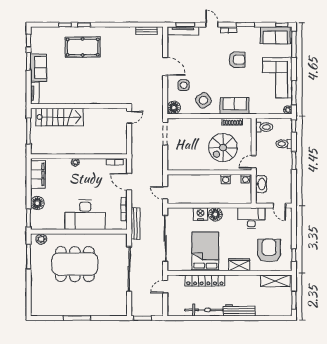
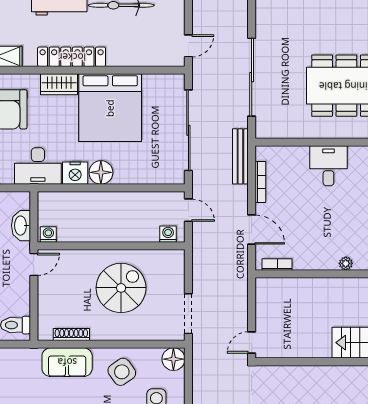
spiral stairs: (223, 148) -> (121, 288), moved
washing machine: (226, 179) -> (168, 234), moved
nightstand: (201, 214) -> (75, 173), moved
desk: (85, 215) -> (328, 166), width x0.53, depth x0.77
bed: (205, 251) -> (110, 108), width x1.36
locker: (205, 281) -> (72, 57), moved

